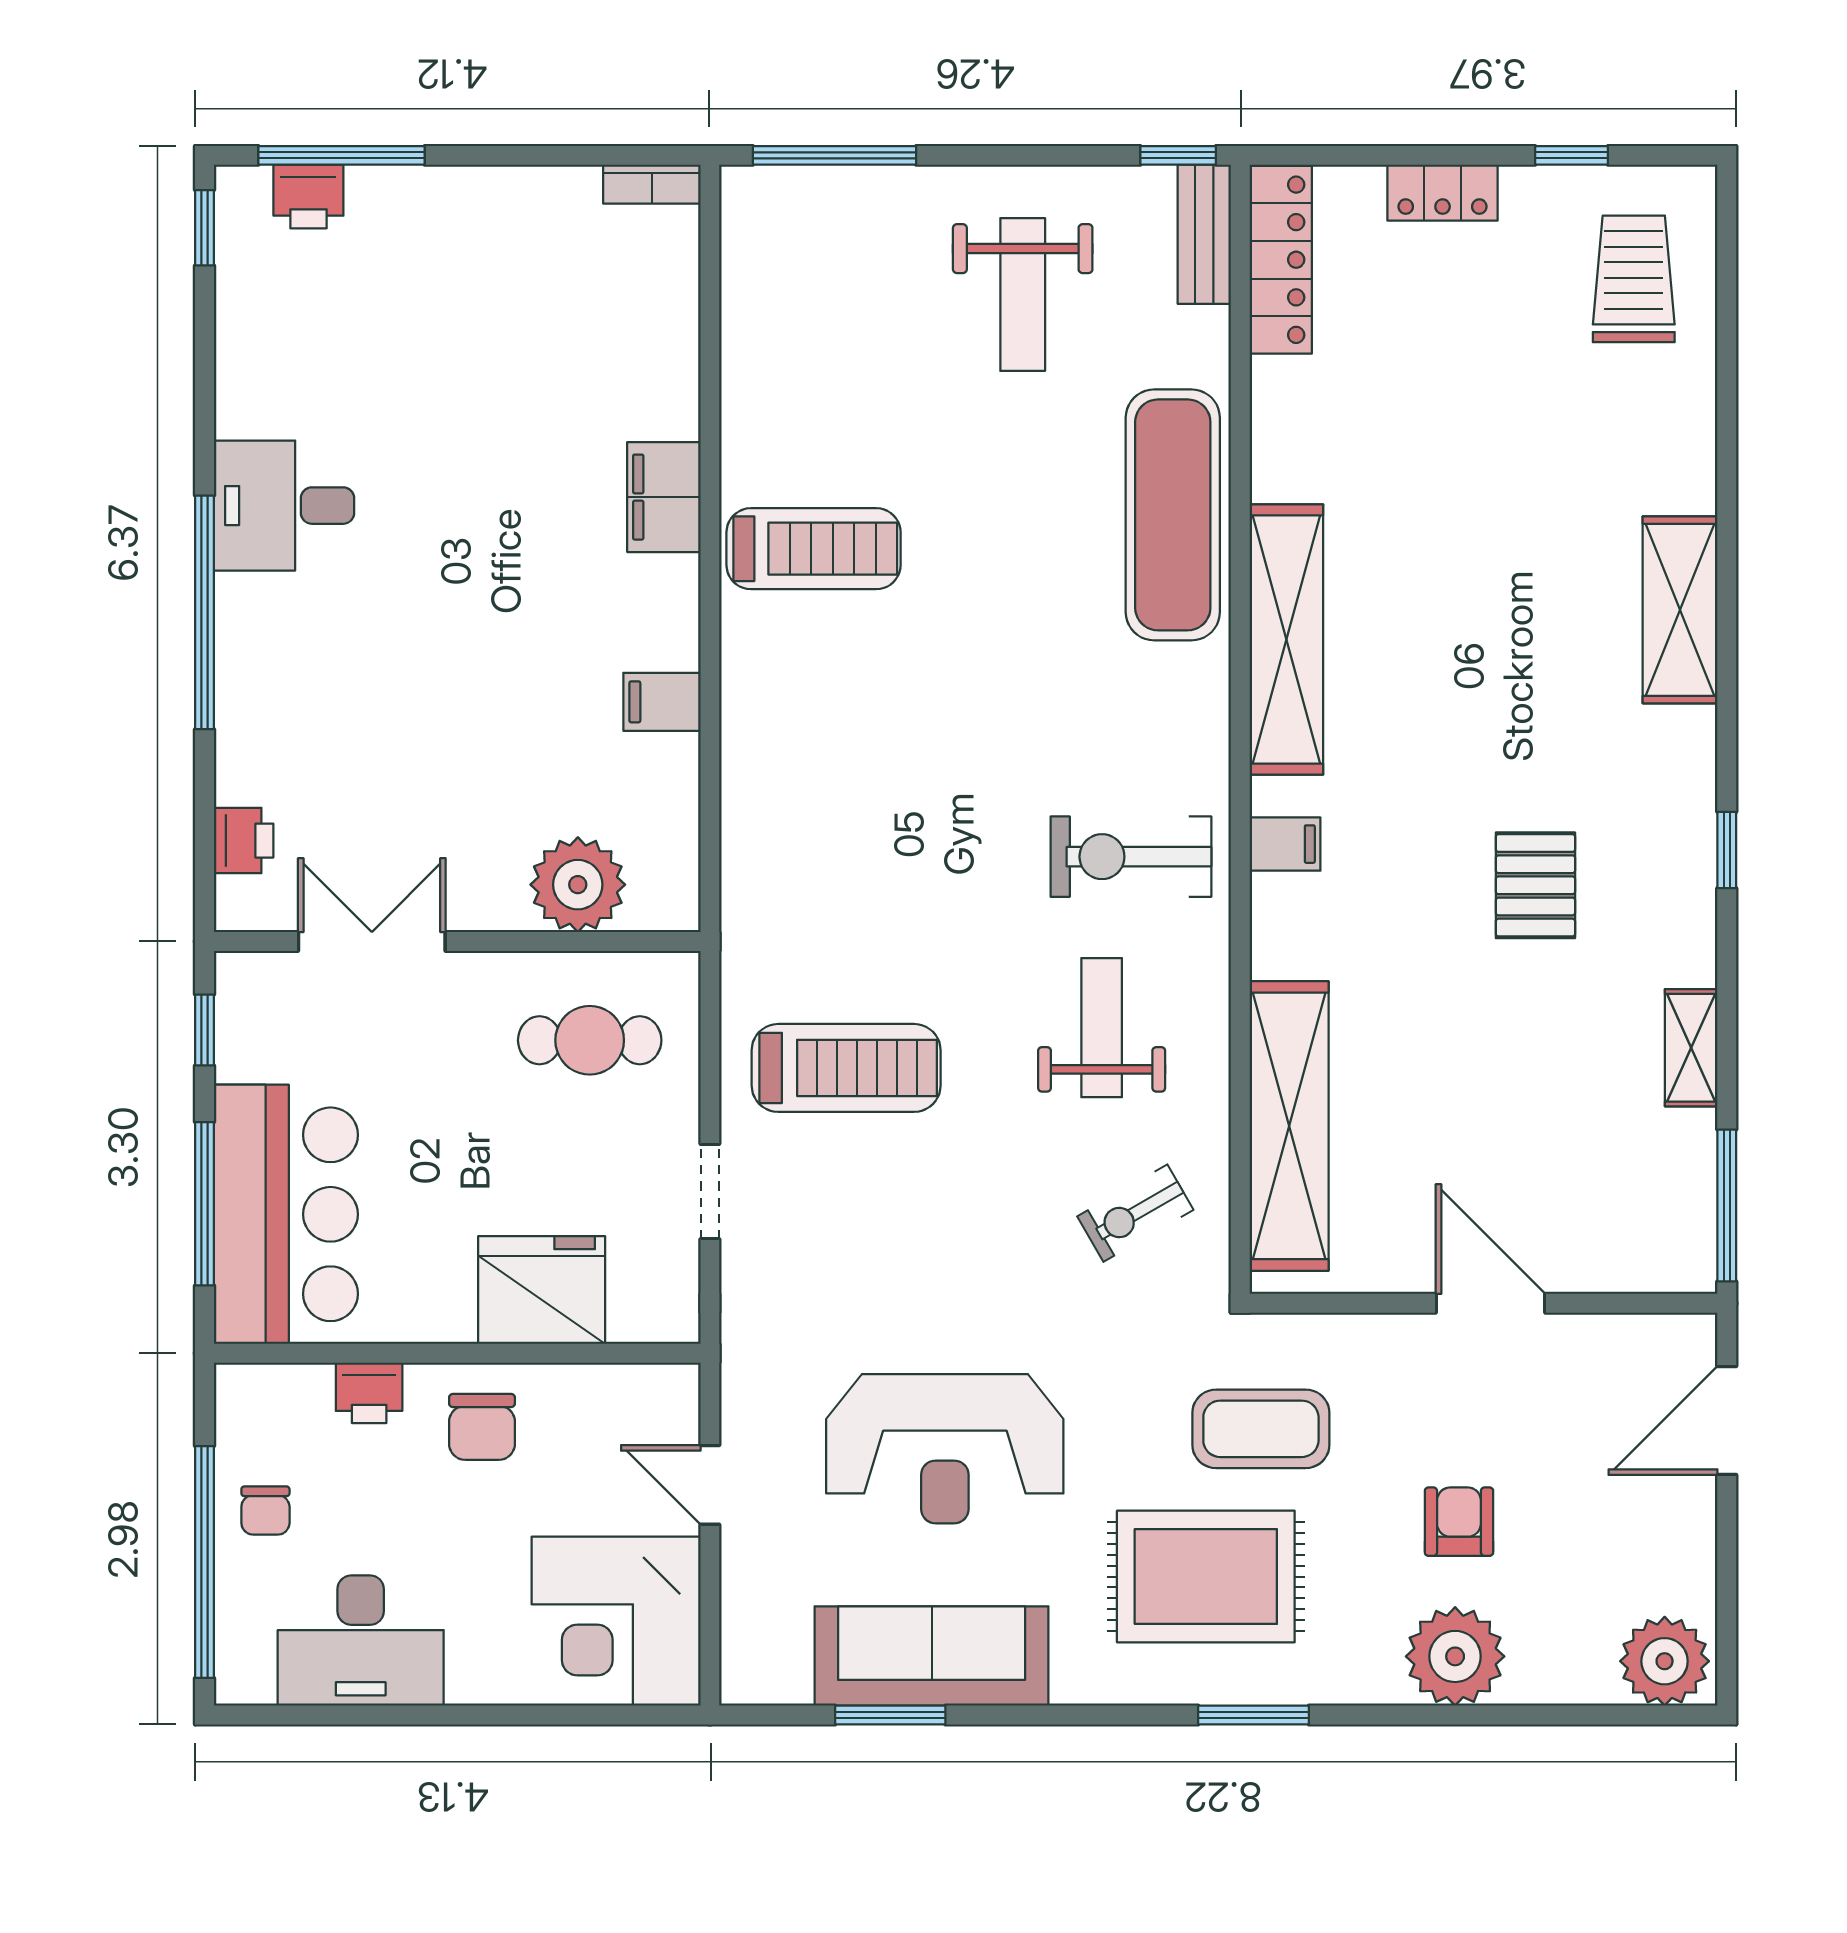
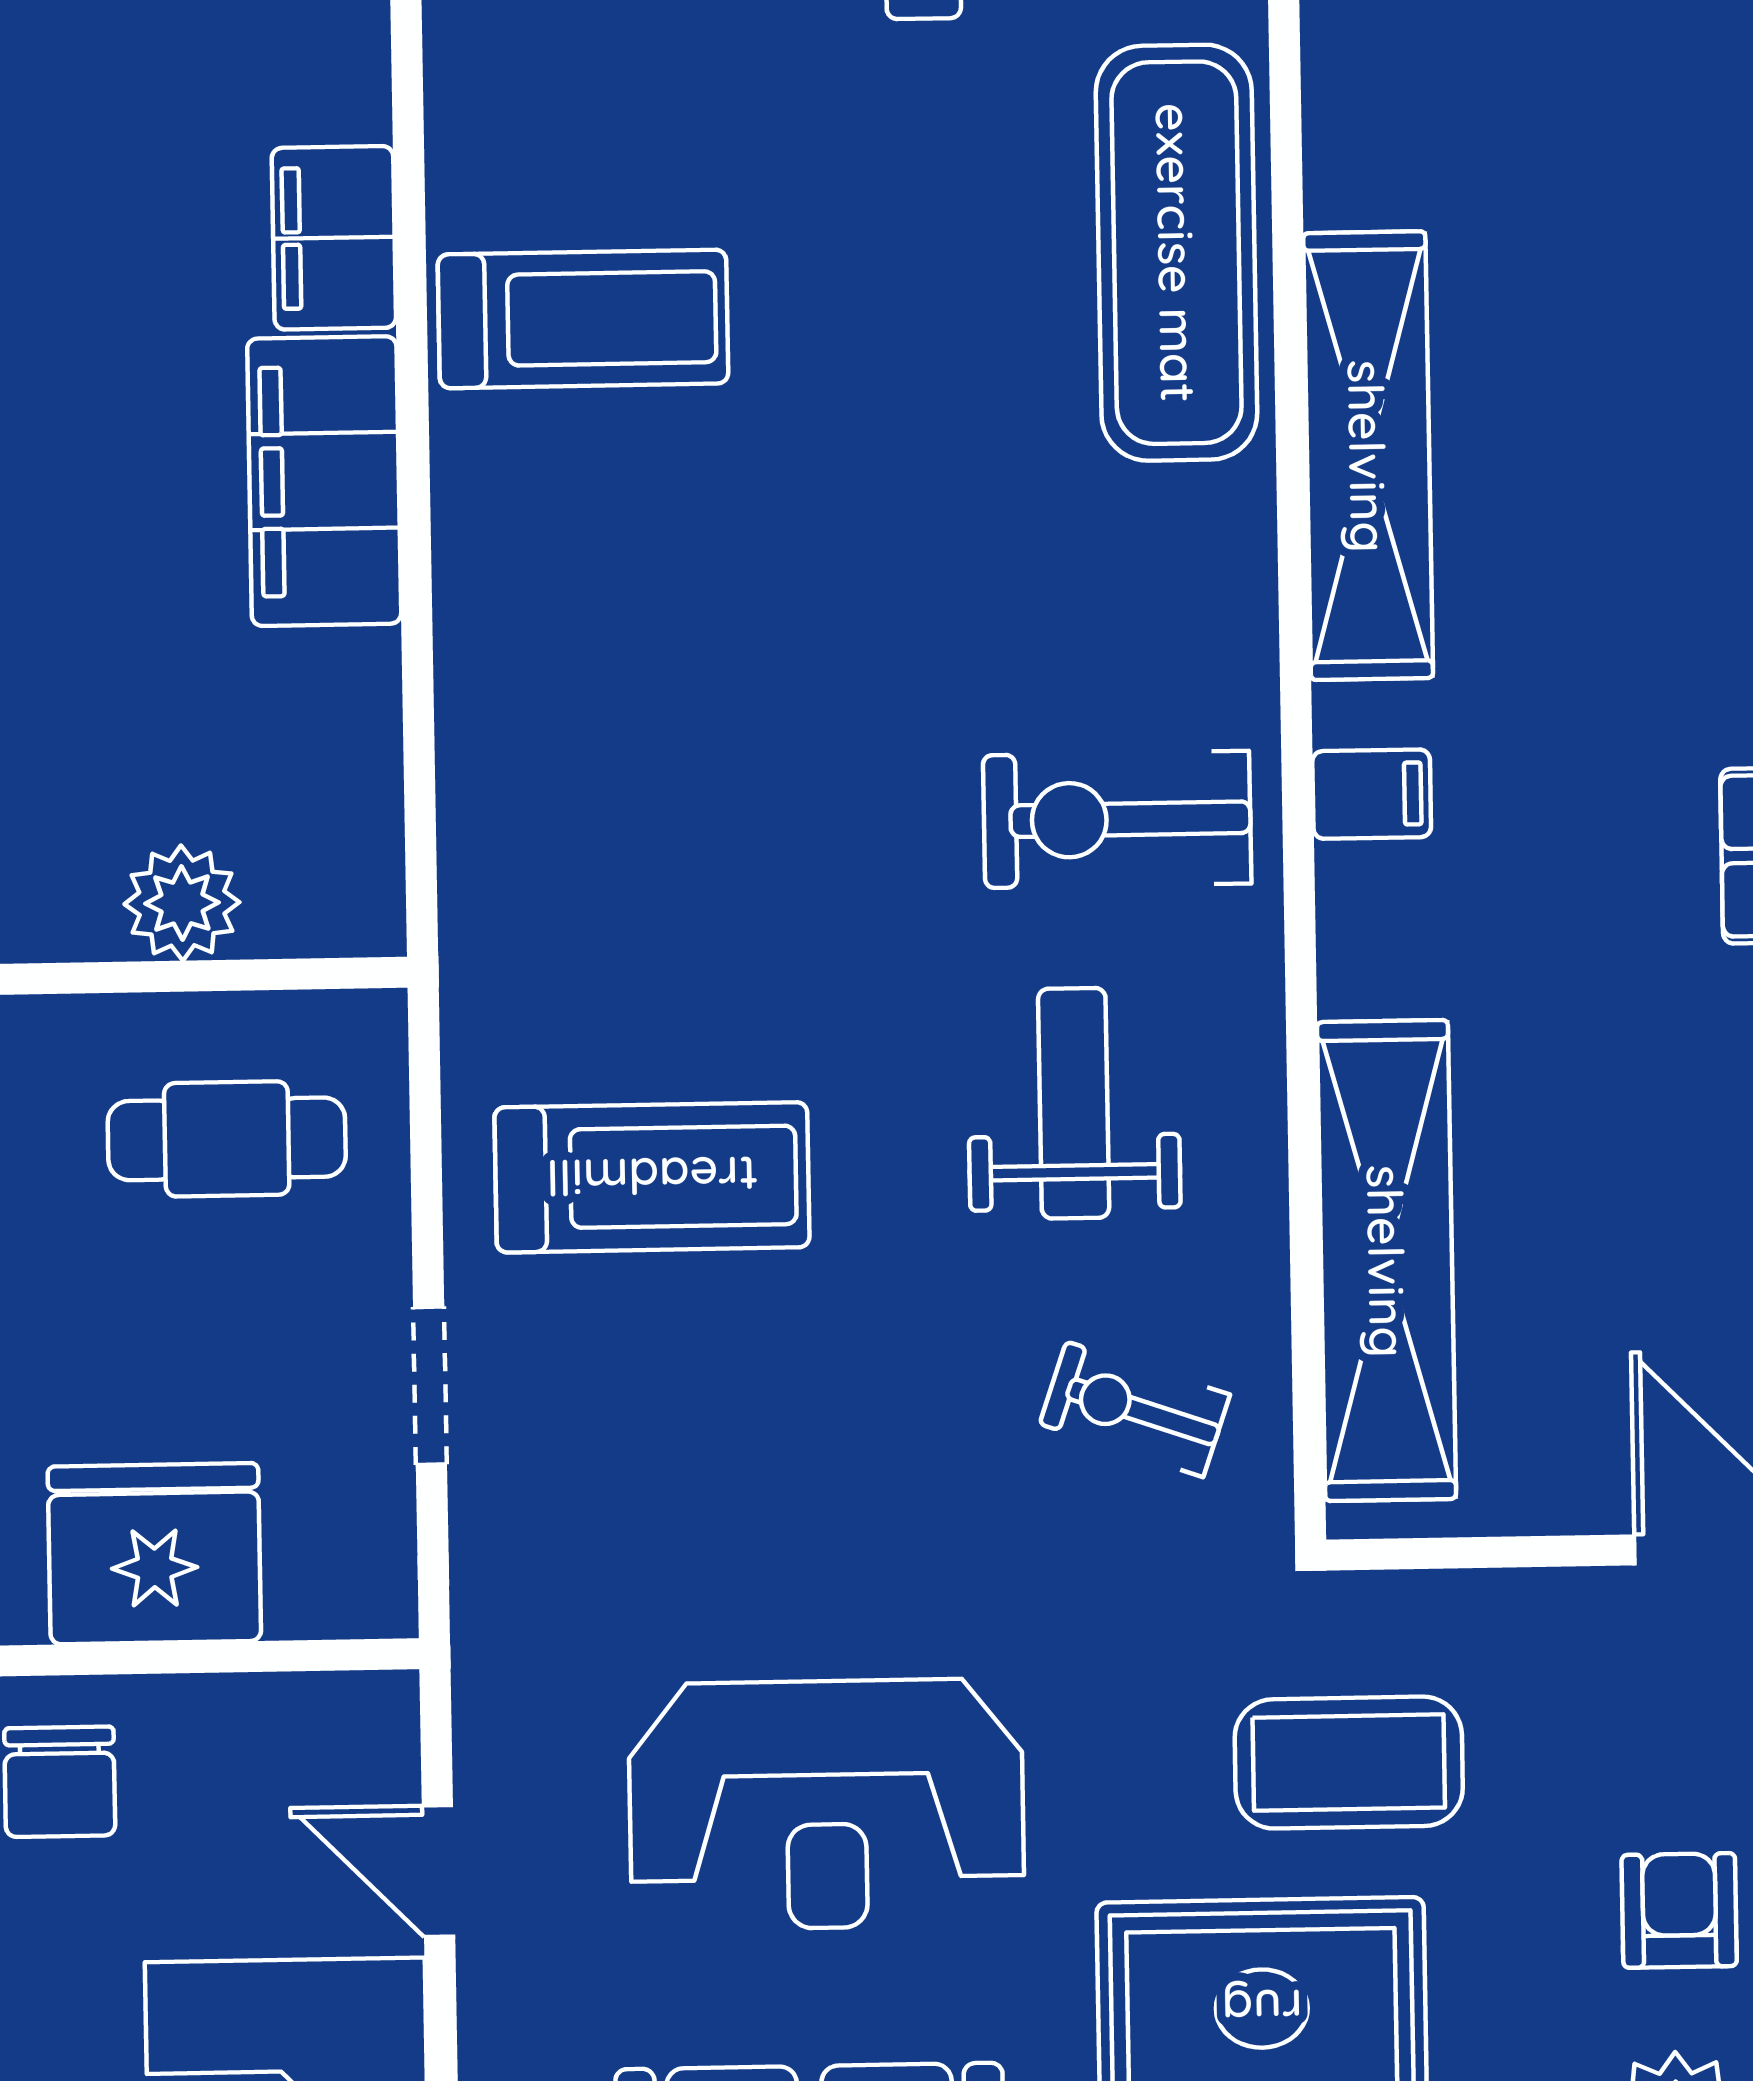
filing cabinet: (662, 702) -> (324, 481), width x3.00, depth x1.17
plant: (578, 885) -> (182, 903), width x0.73, depth x0.73
exercise bike: (1135, 1213) -> (1135, 1409), turned 49

